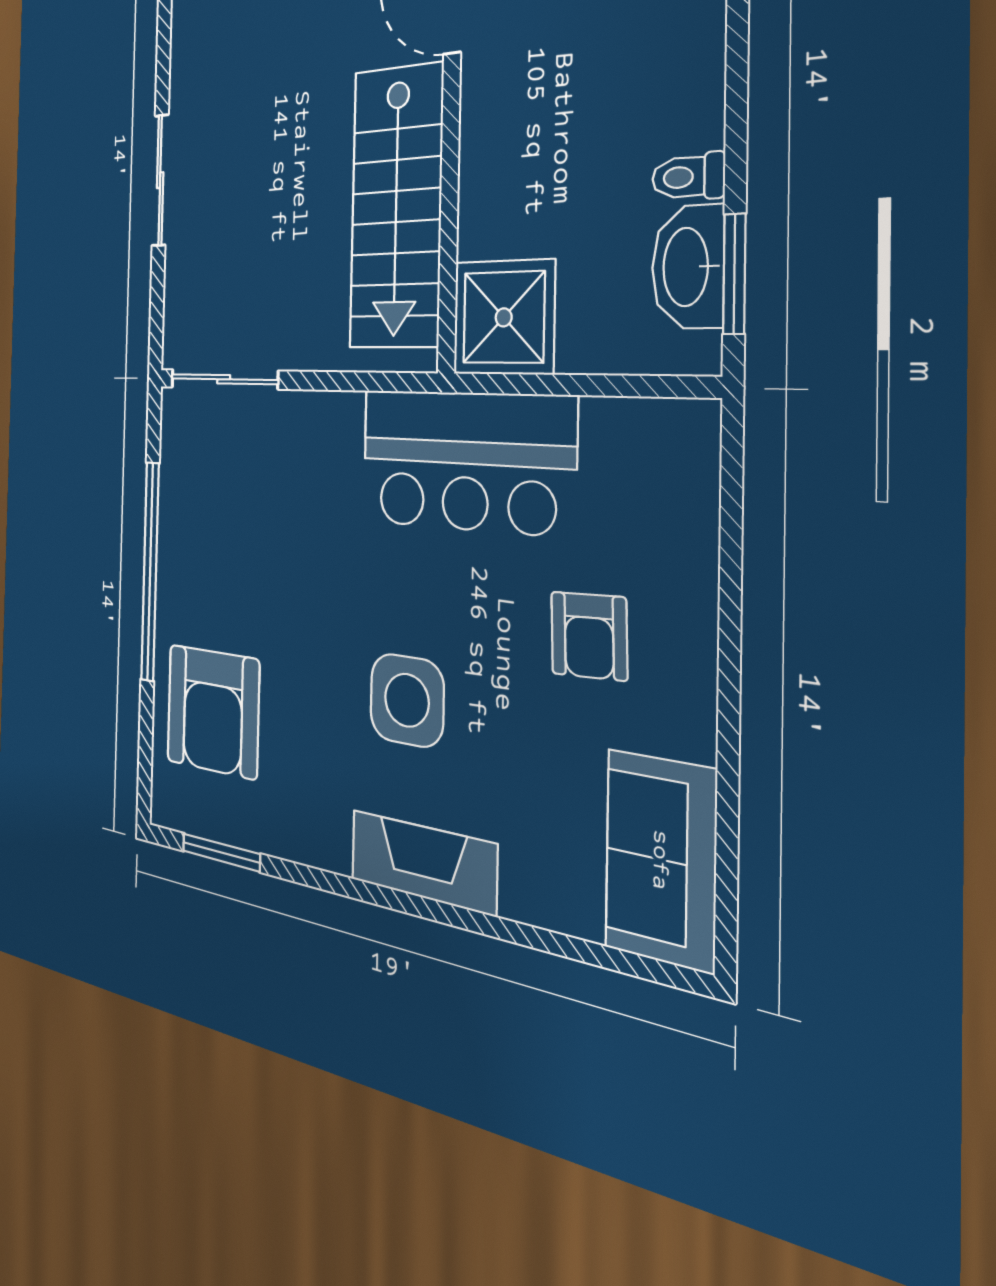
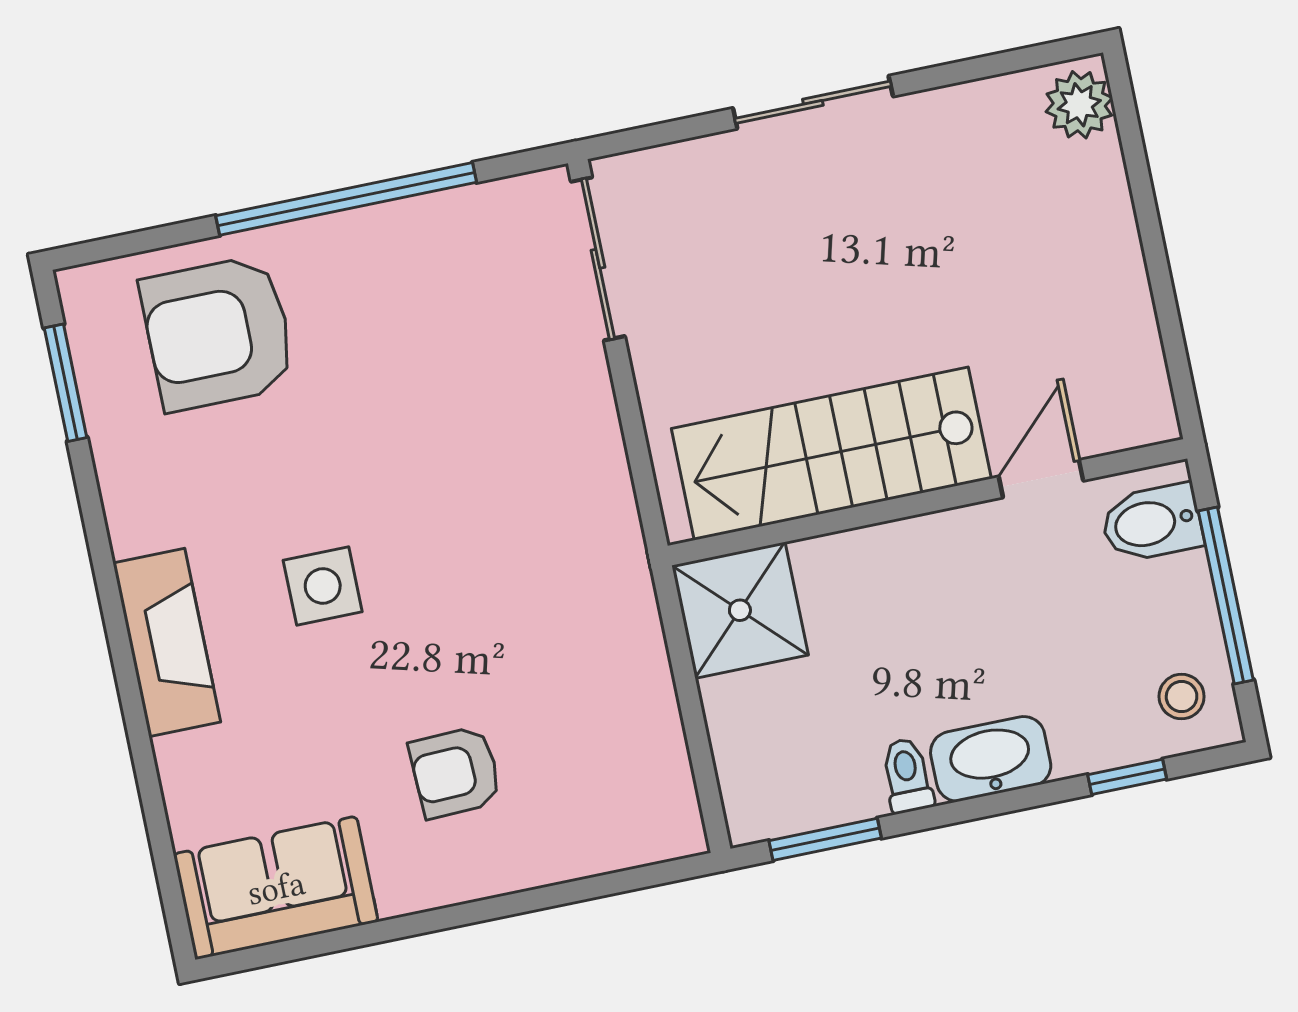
washbasin: (688, 267) -> (991, 759), moved
bar counter: (466, 461) -> (586, 600), removed
side table: (407, 700) -> (323, 586), width x0.73, depth x0.73

